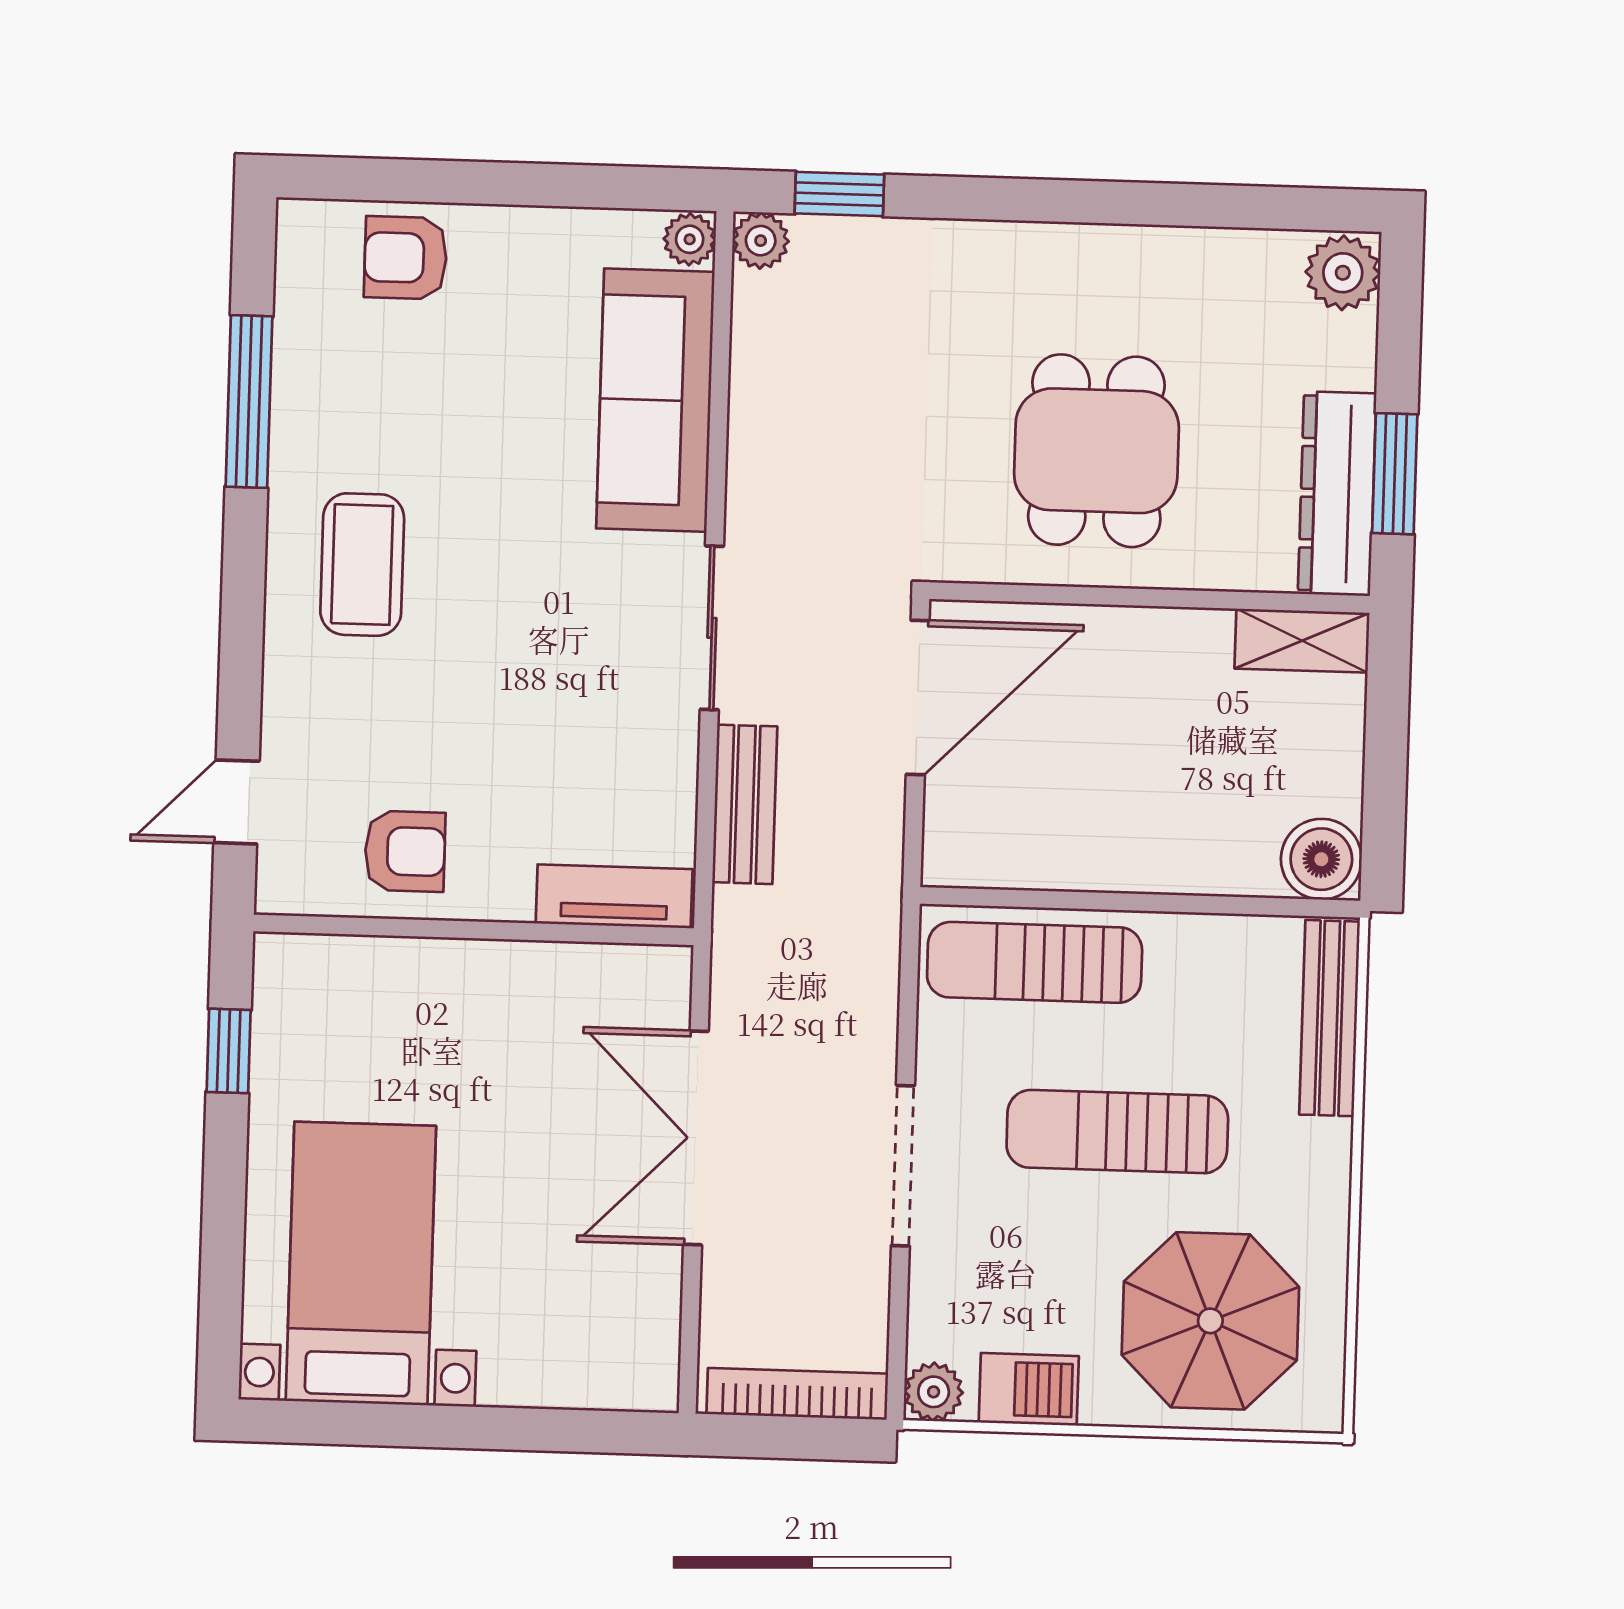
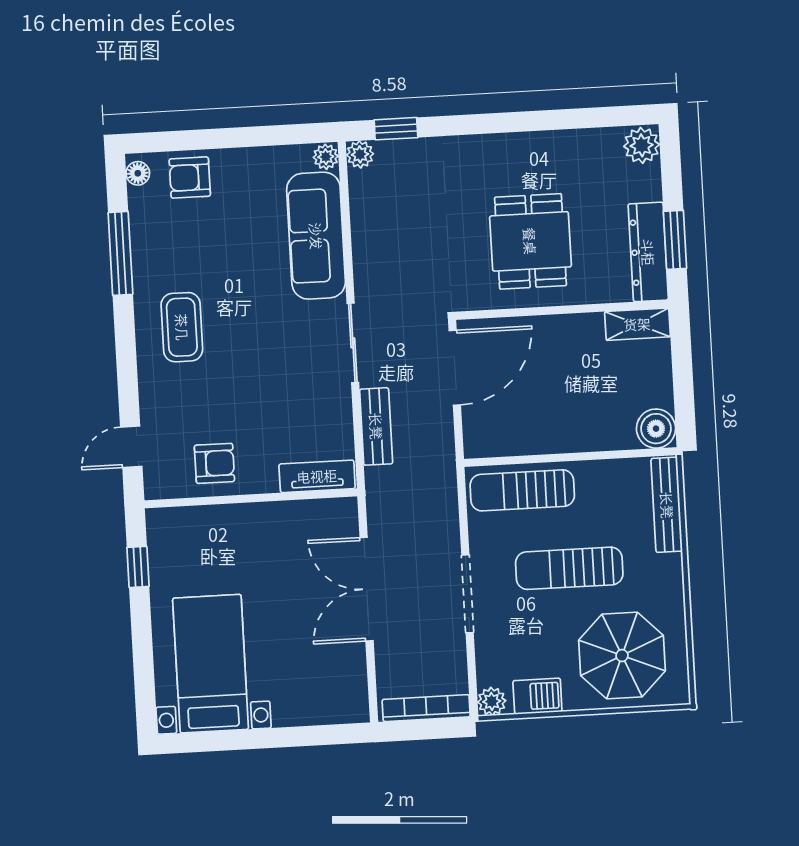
floor lamp: (299, 239) -> (138, 173), added

